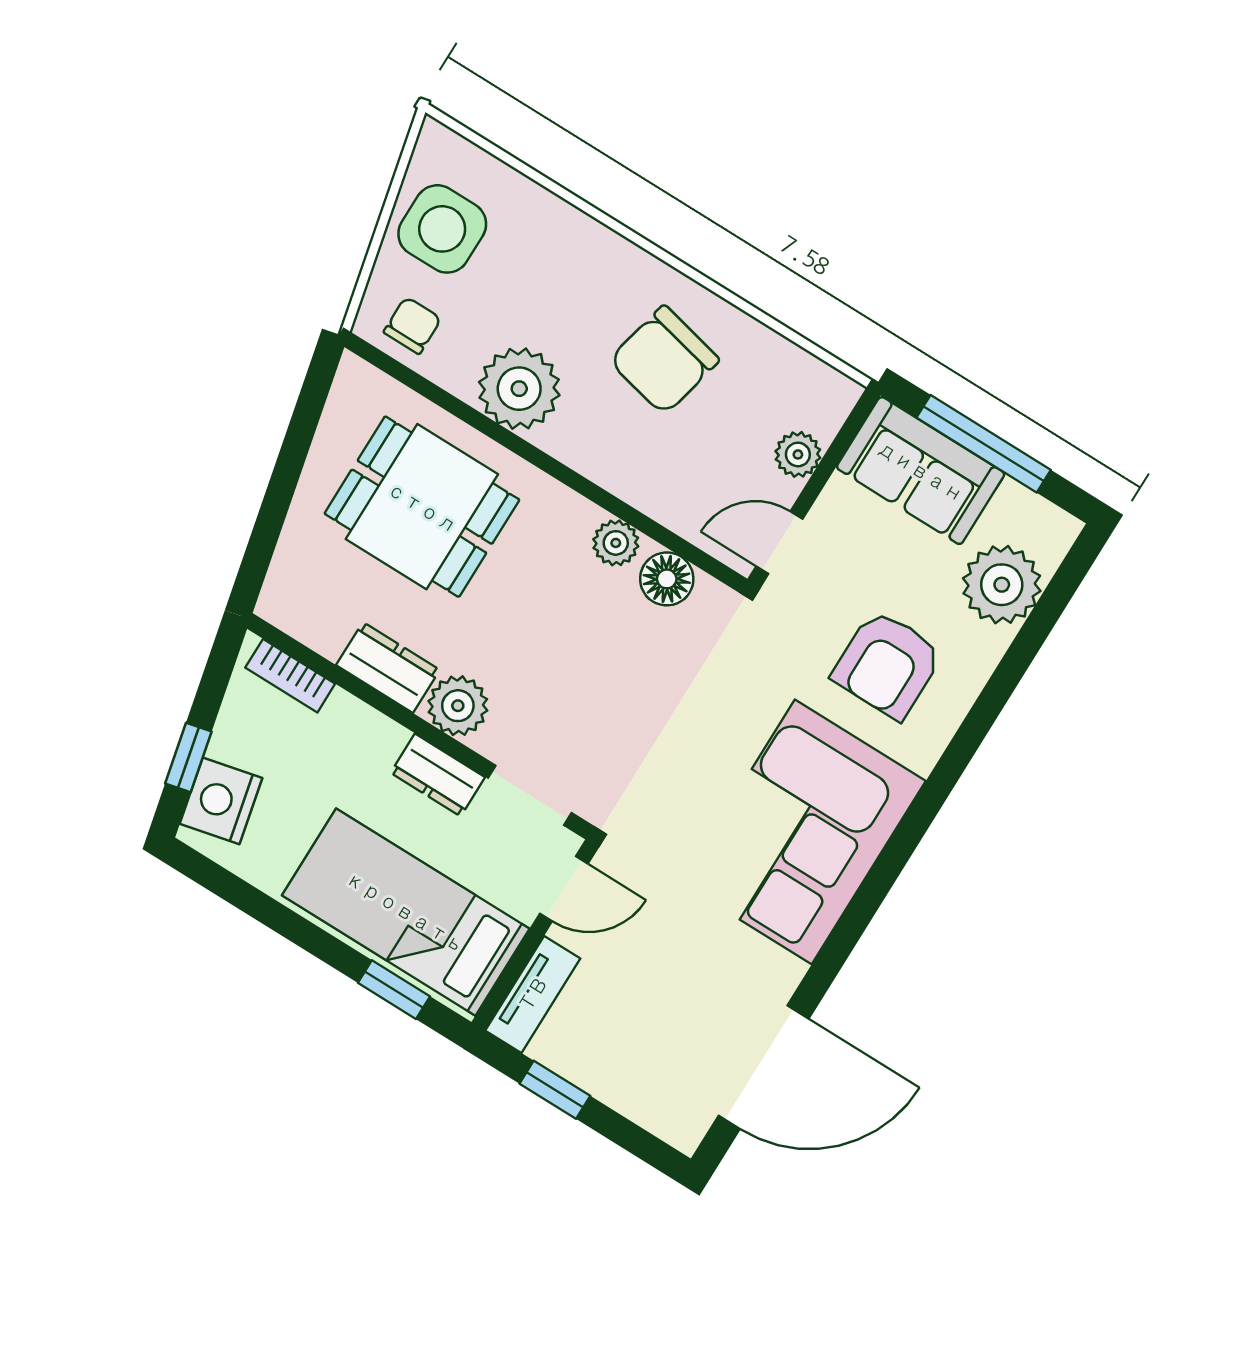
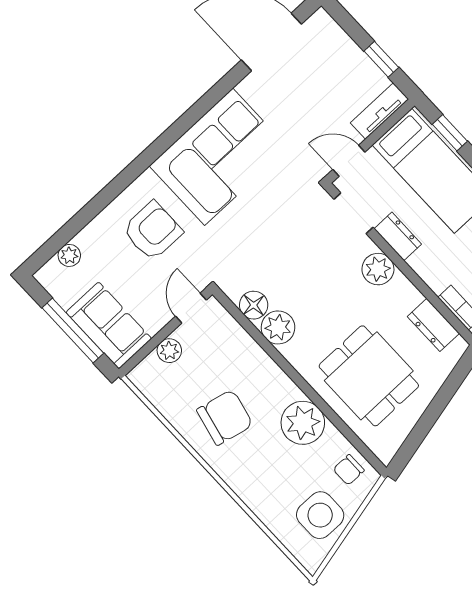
plant: (616, 543) -> (278, 327), width x1.38, depth x1.38
door: (779, 543) -> (191, 308), swing flipped
plant: (1002, 585) -> (69, 255), width x0.53, depth x0.53
dresser: (388, 667) -> (433, 325), moved

